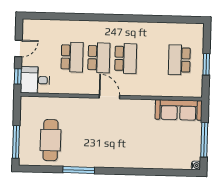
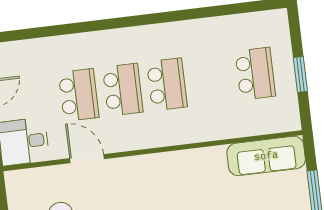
school desk: (179, 60) -> (255, 74), turned 180
door: (109, 97) -> (87, 159), moved

